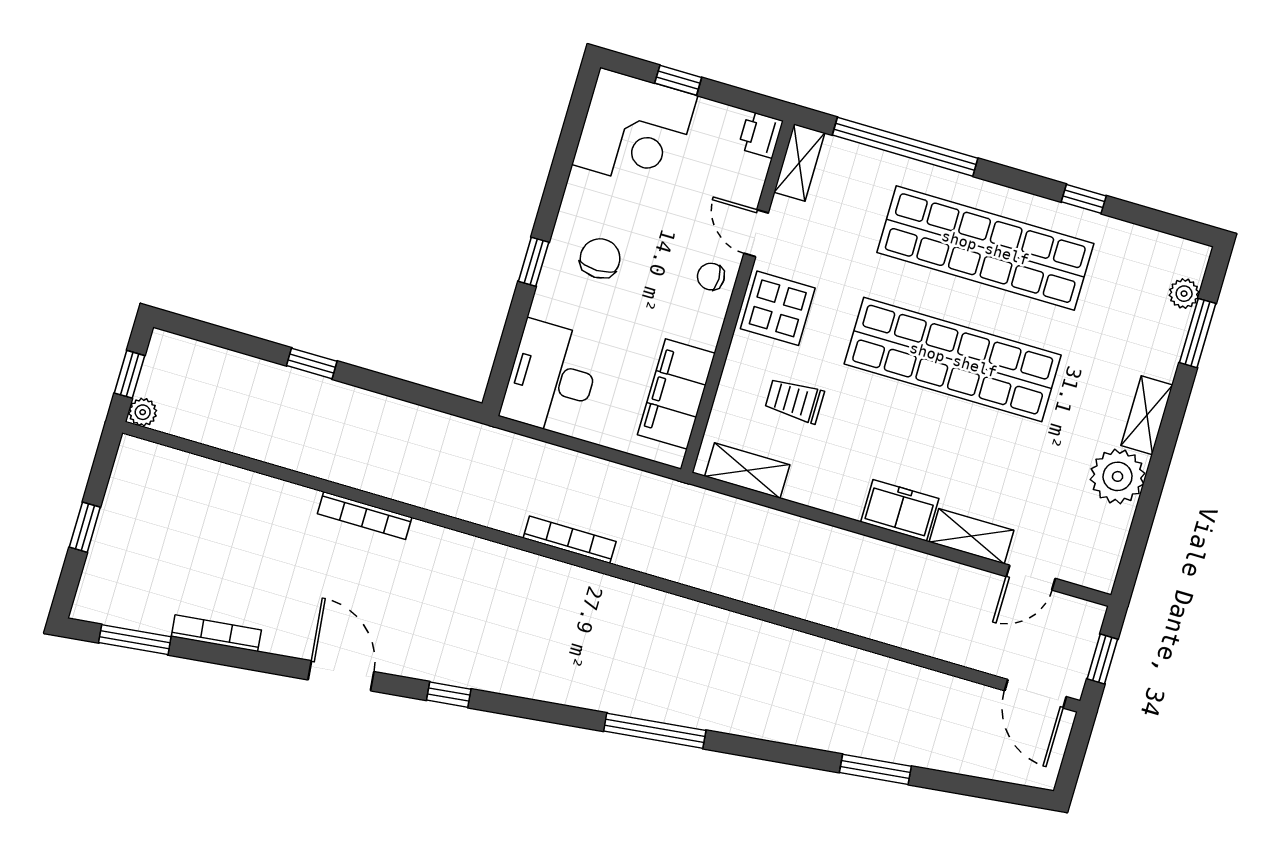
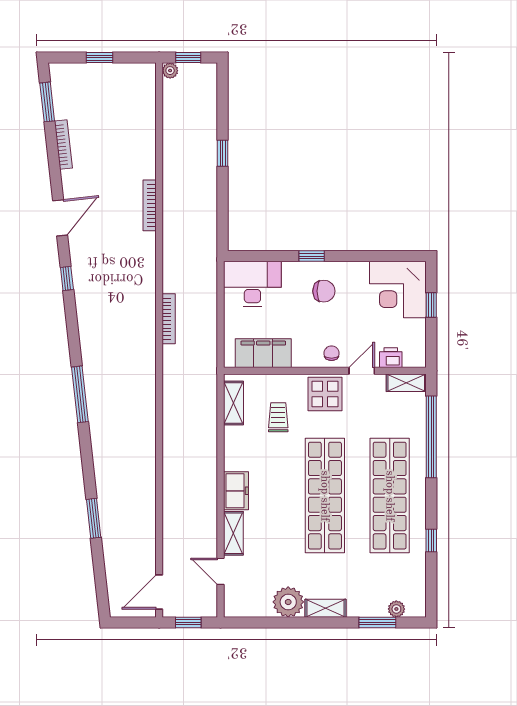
printer: (761, 135) -> (391, 358), moved

